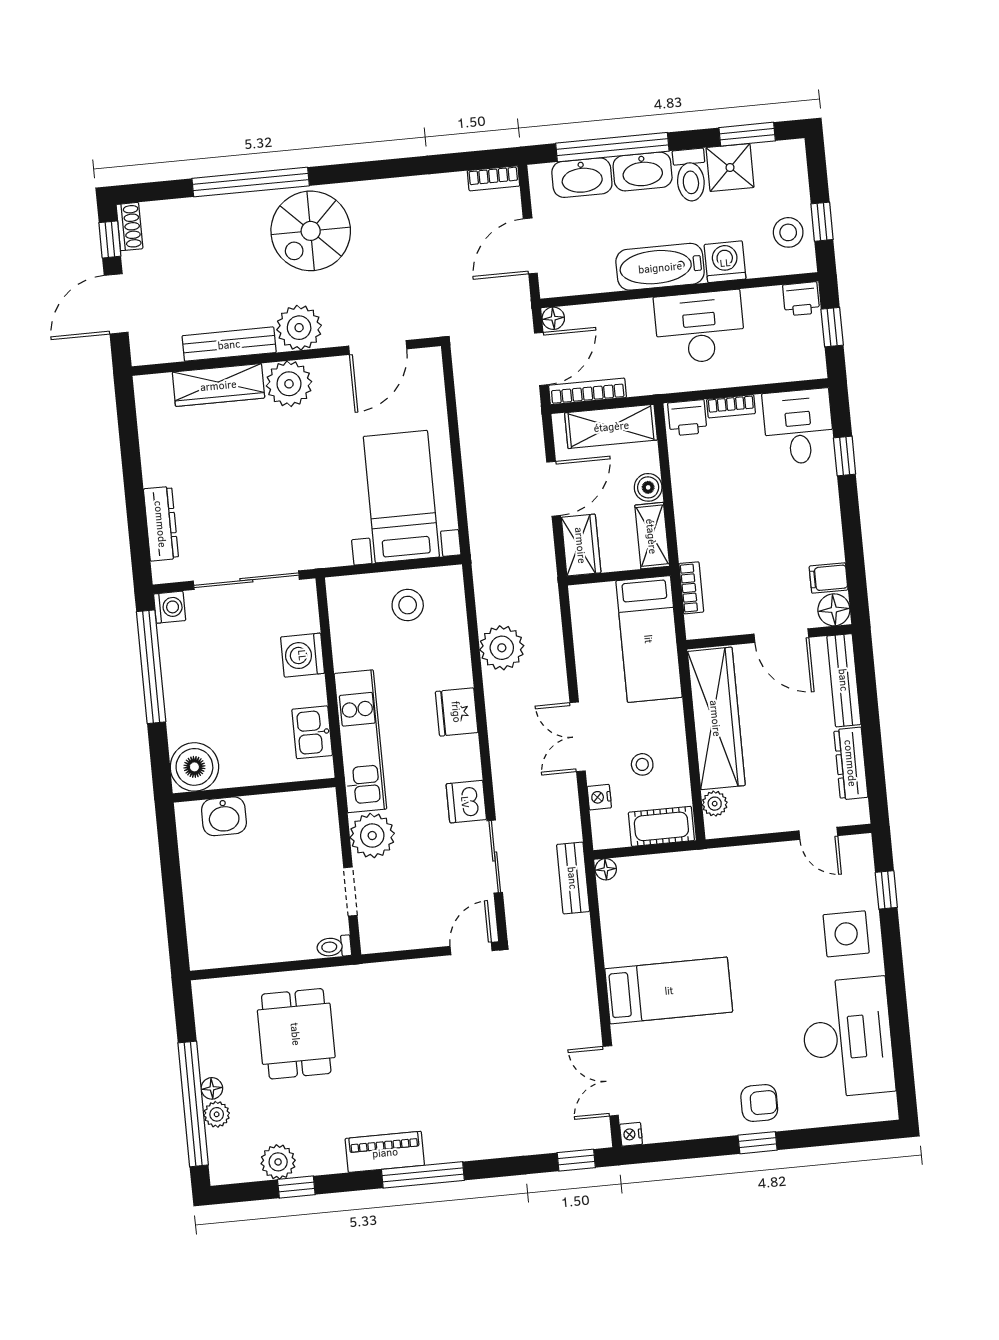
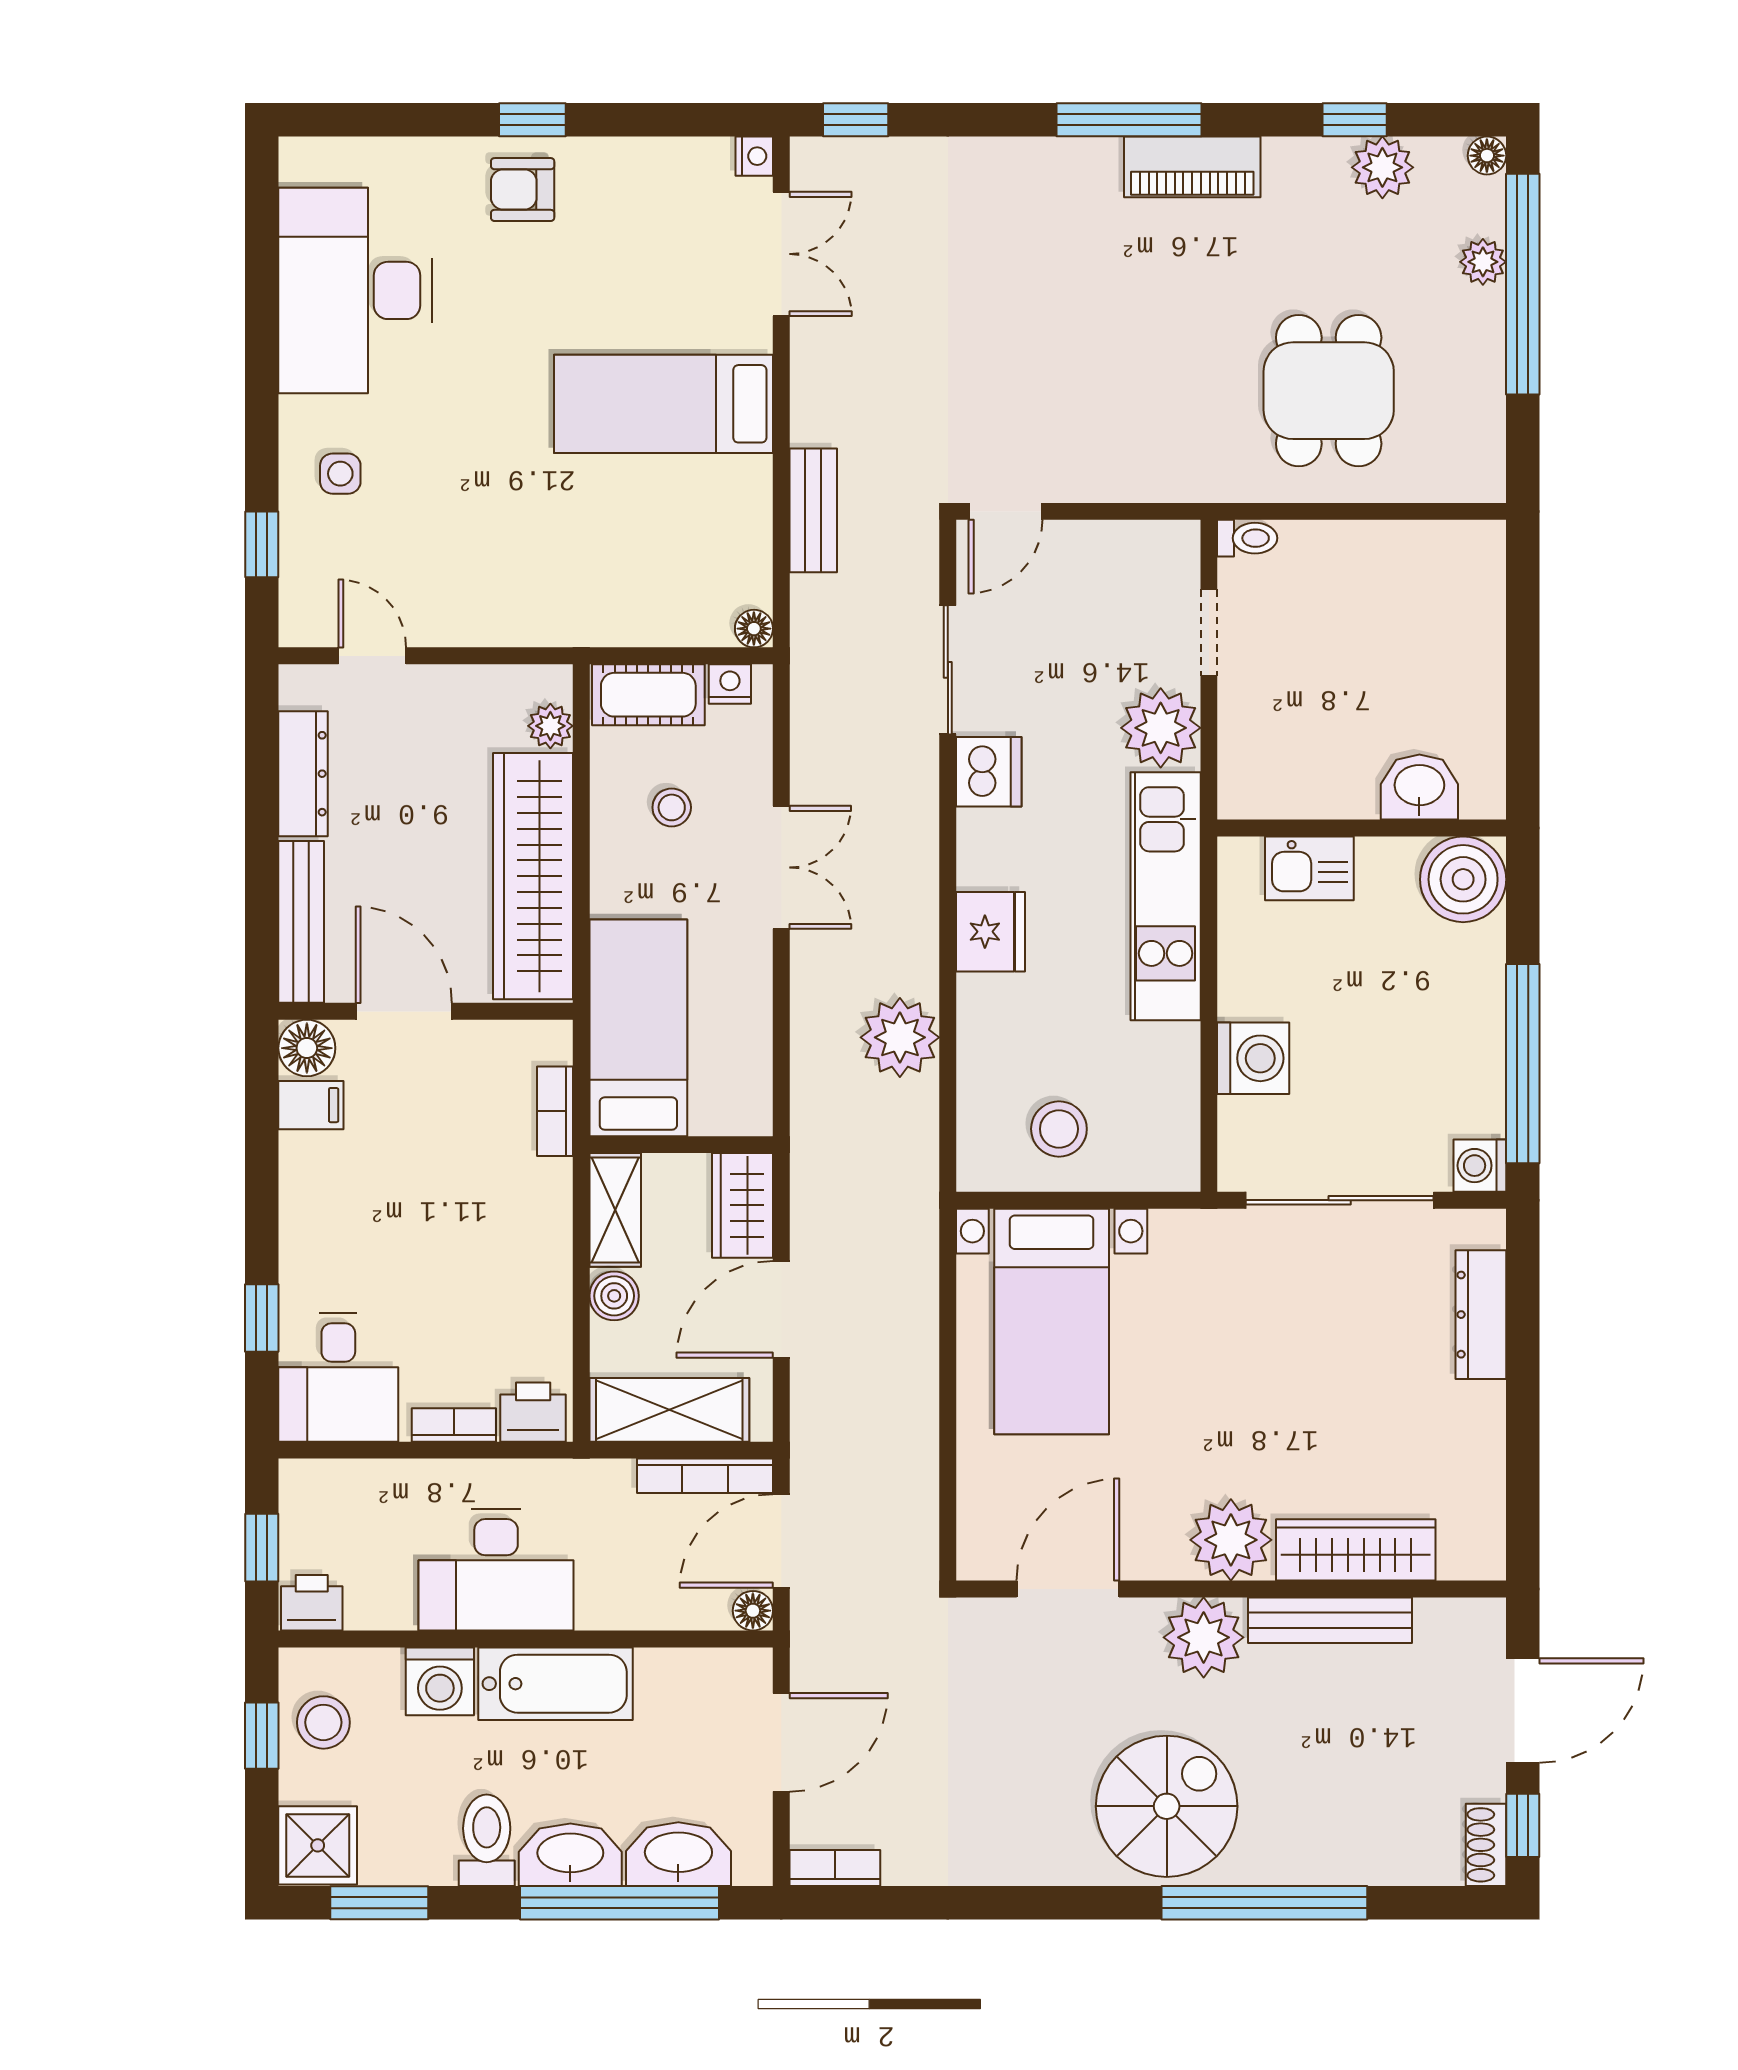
shower: (730, 168) -> (318, 1845), moved
kitchen sink: (312, 732) -> (1309, 868), moved, turned 90
nightstand: (599, 797) -> (730, 684), moved, turned -90
bench: (573, 878) -> (813, 510), moved
side table: (846, 934) -> (340, 474), width x0.54, depth x0.54
floor lamp: (212, 1088) -> (1487, 156), moved

